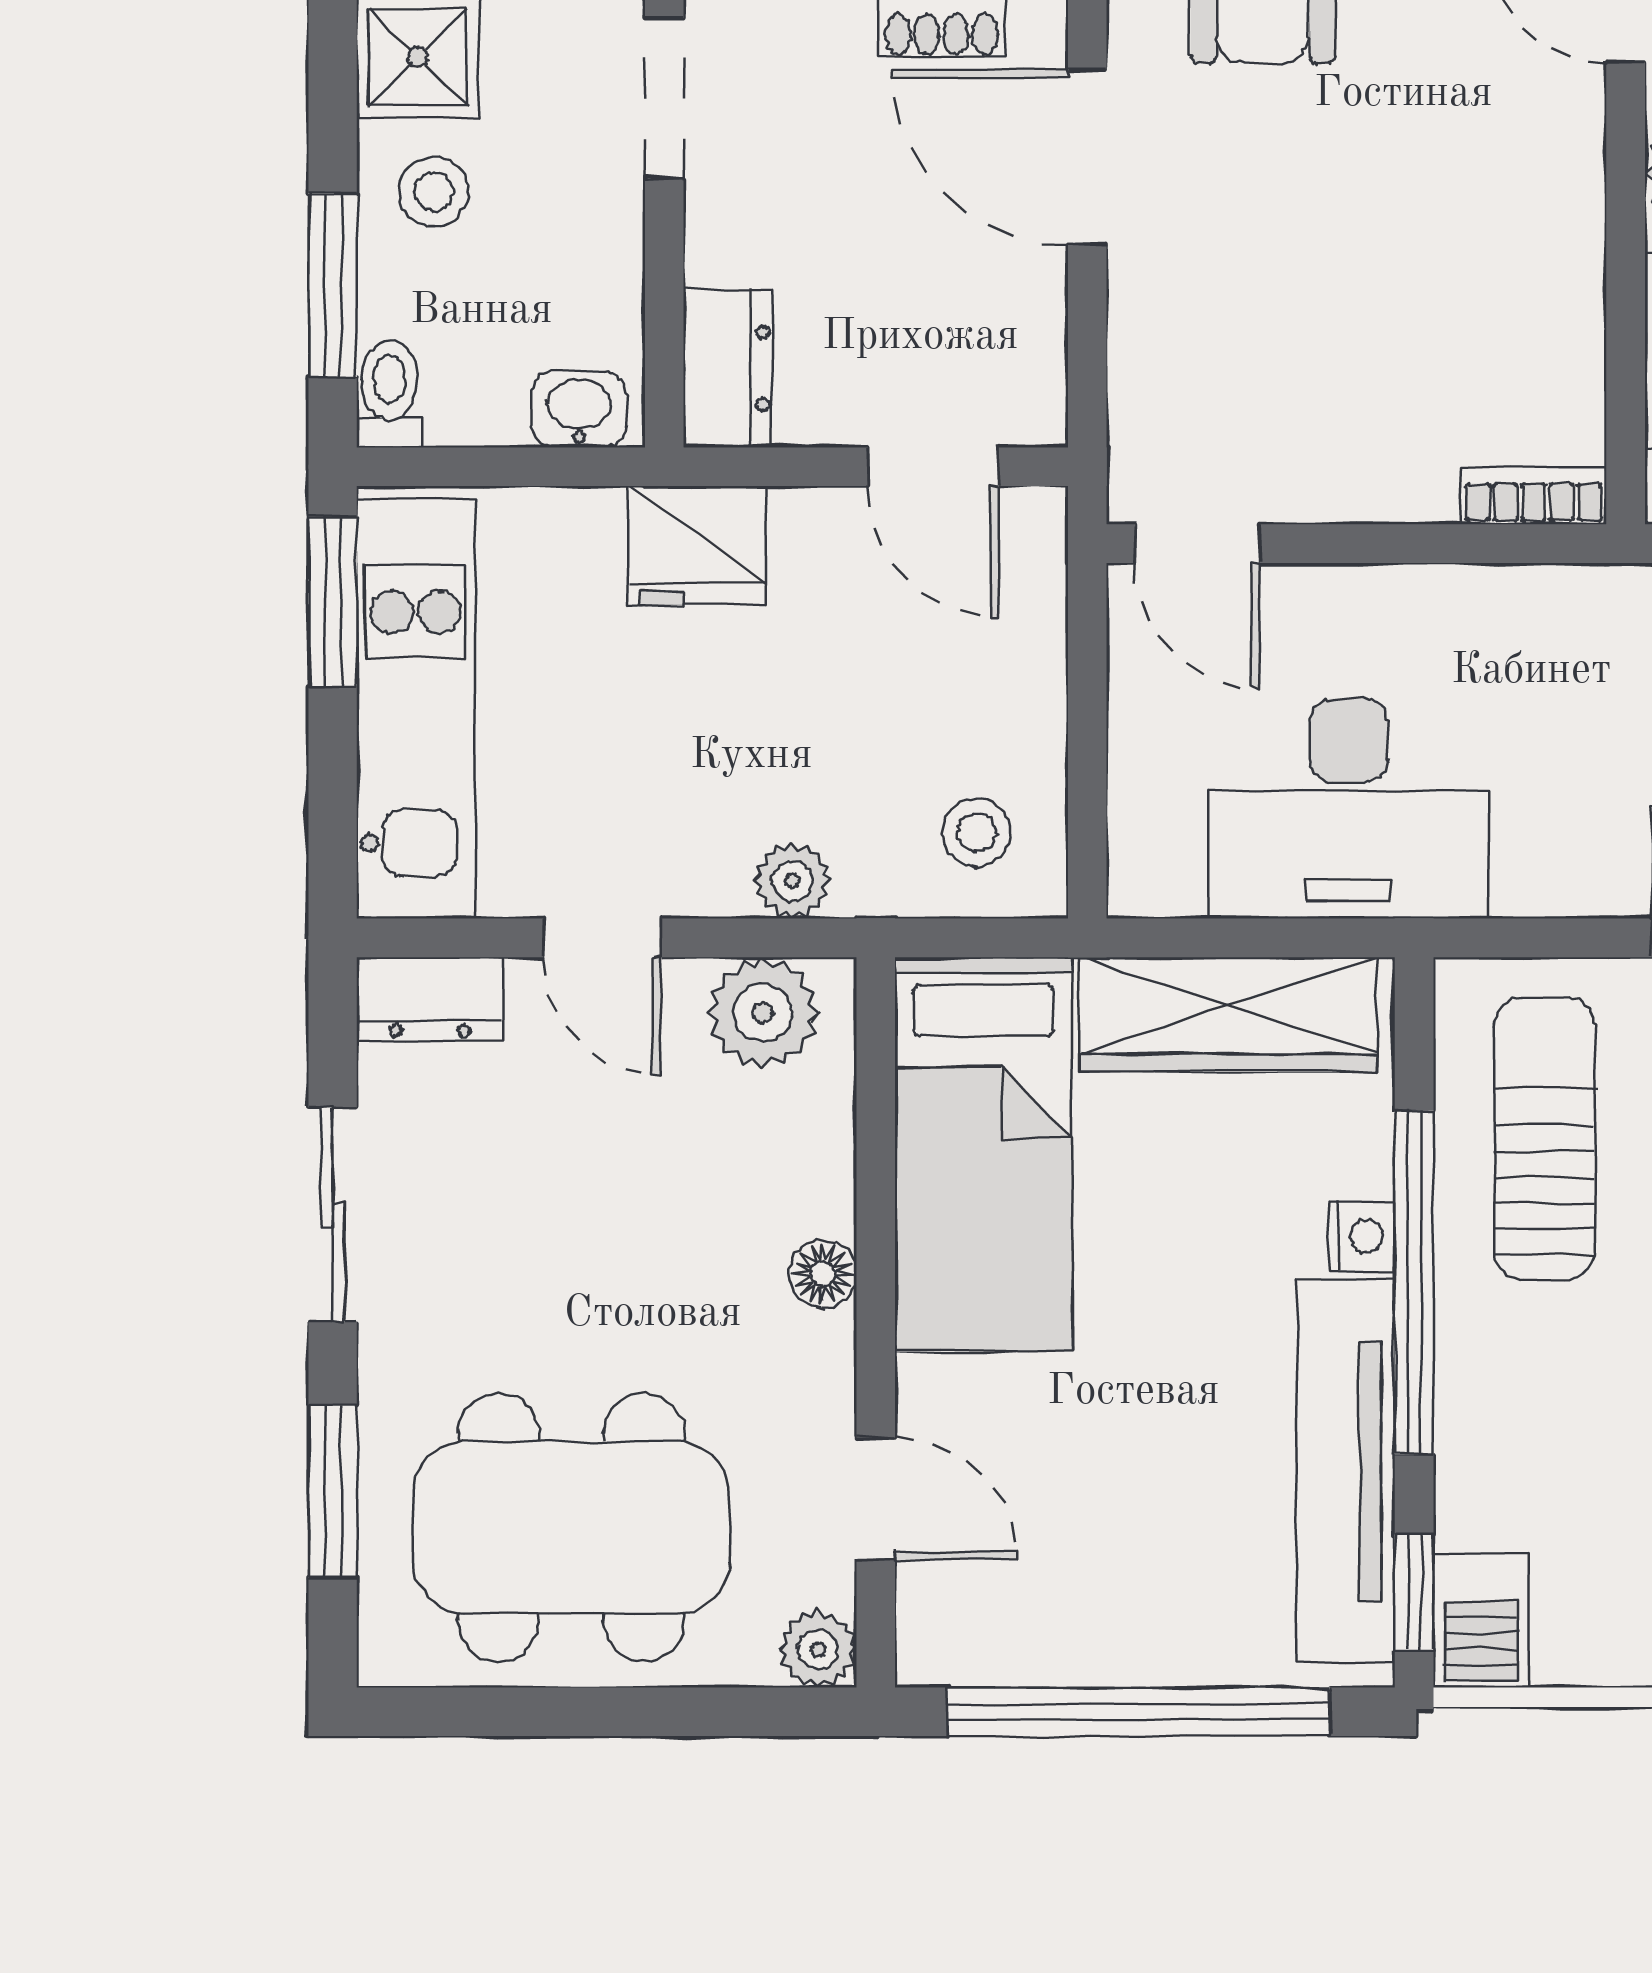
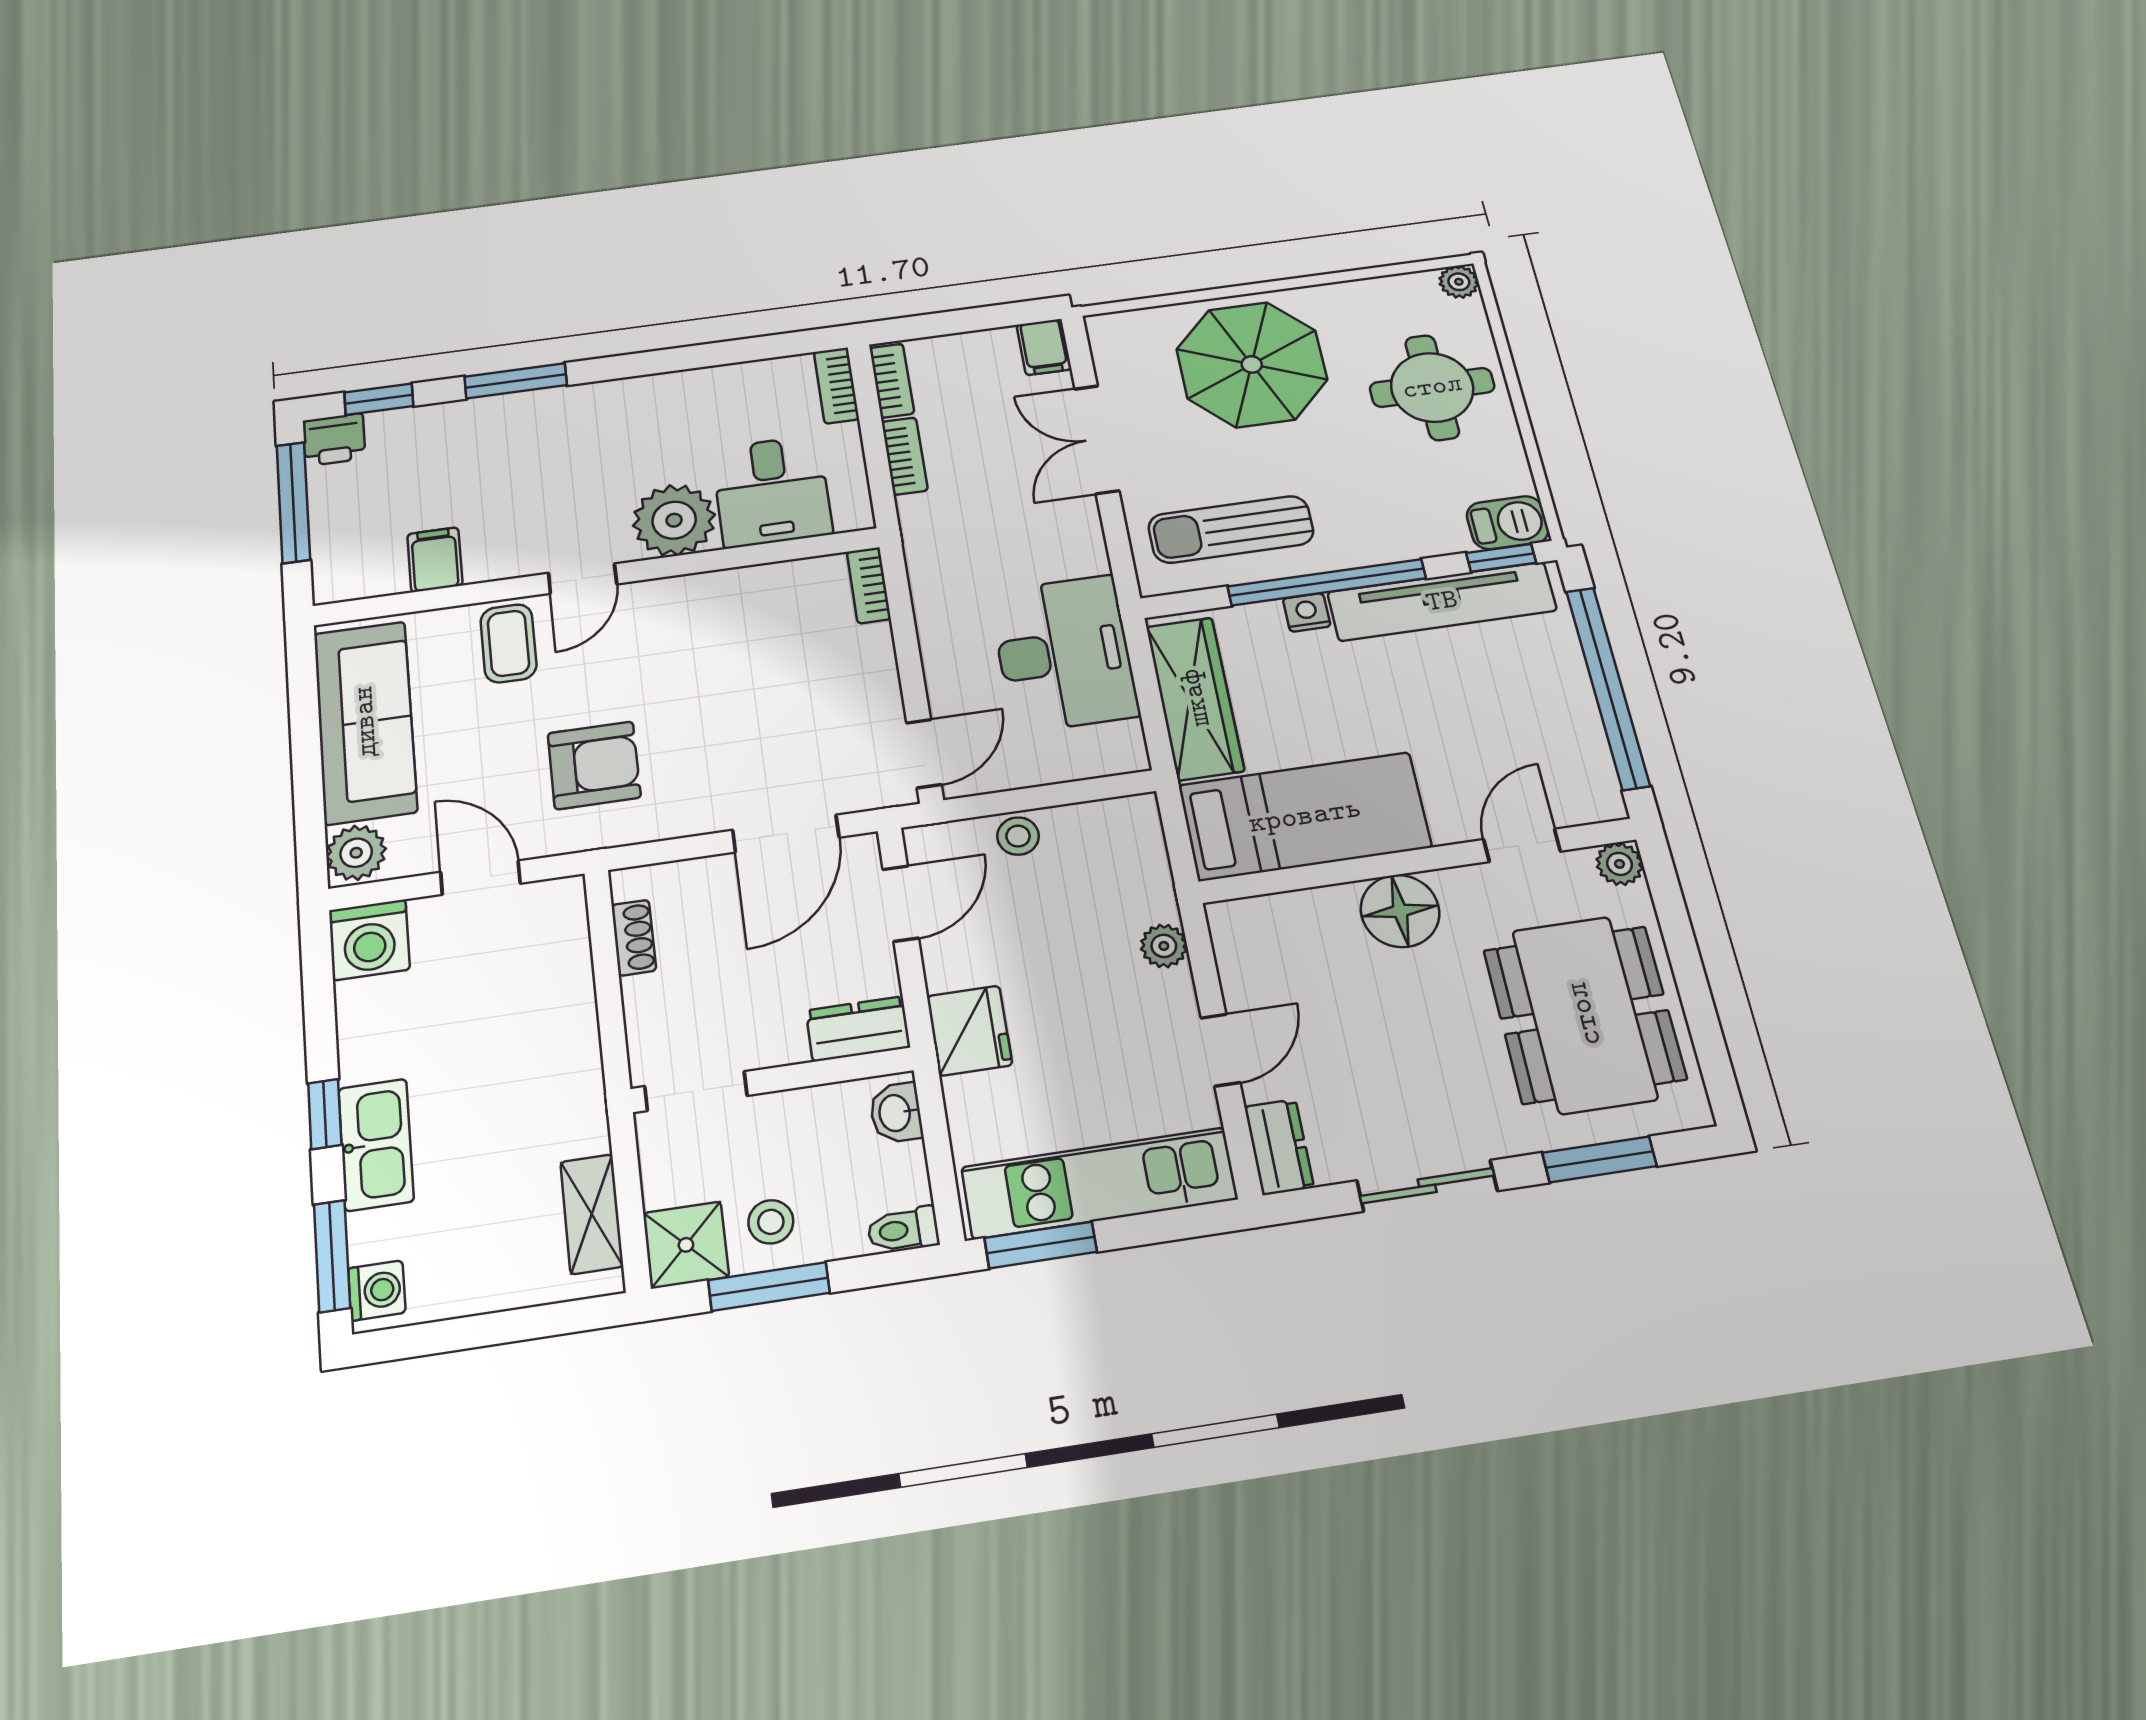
door: (1087, 157) -> (786, 834), moved
window: (333, 285) -> (769, 1287), moved
stool: (976, 832) -> (1018, 836), moved
plant: (763, 1013) -> (1247, 951), removed
floor lamp: (823, 1274) -> (1400, 911), width x1.89, depth x1.89

